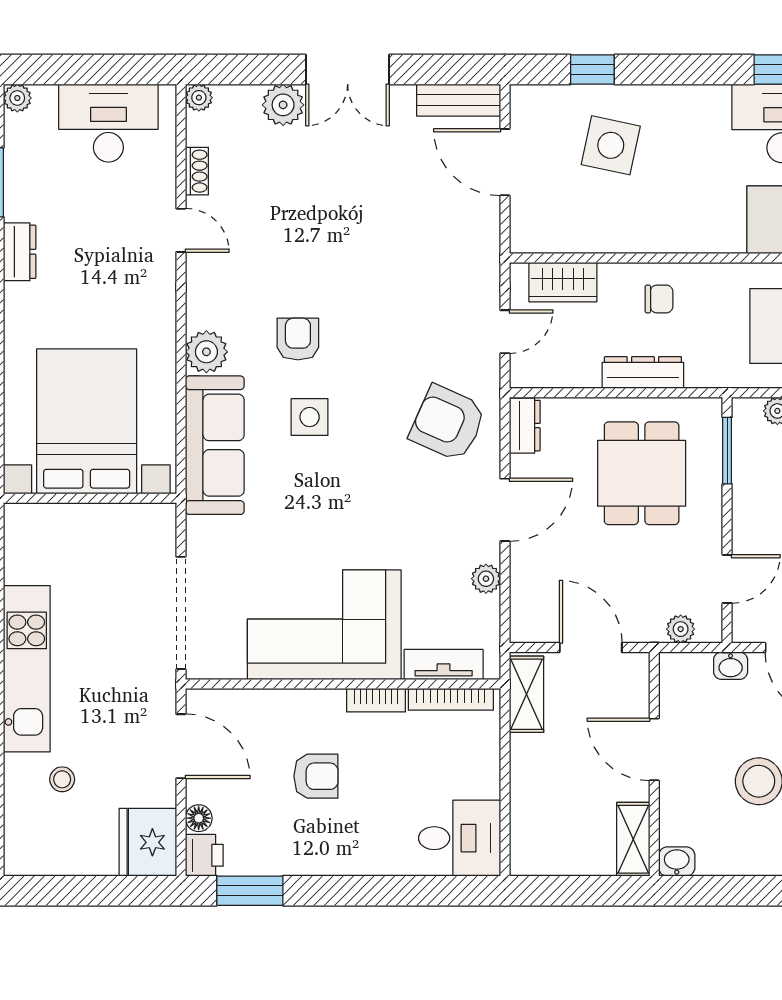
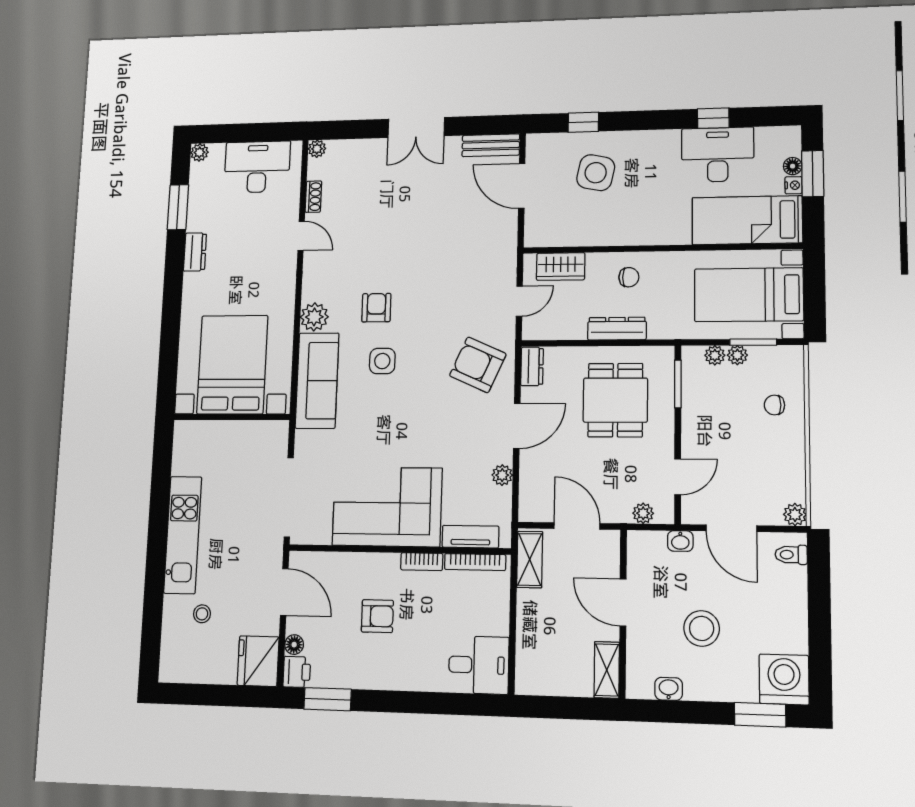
plant: (283, 105) -> (372, 152), removed
washbasin: (677, 862) -> (669, 689), moved

